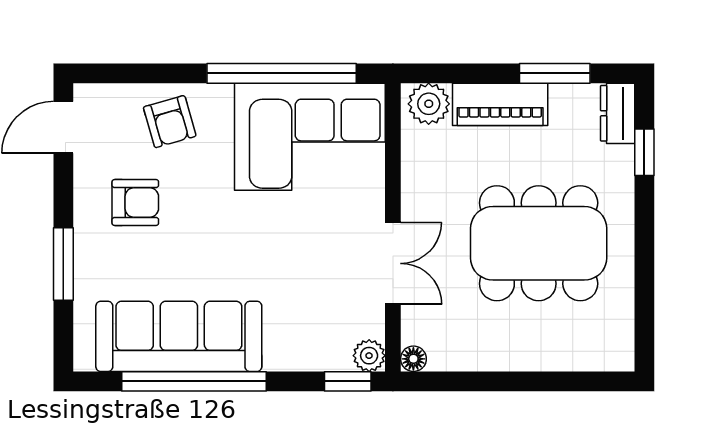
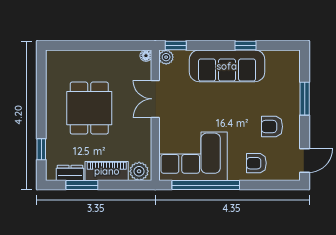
dresser: (618, 113) -> (70, 173), moved, turned -90
armchair: (170, 122) -> (256, 163), turned -74
dining table: (539, 243) -> (89, 108), width x0.73
sofa: (179, 336) -> (227, 66), moved
window: (194, 381) -> (245, 45), width x0.32

